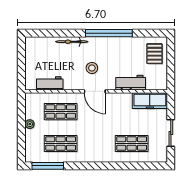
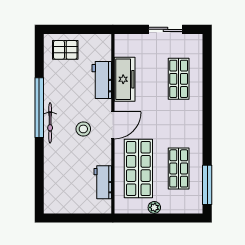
bicycle: (72, 42) -> (50, 123), moved
freezer: (150, 101) -> (125, 79), moved
shop shelf: (61, 112) -> (138, 168), width x1.43, depth x1.36

